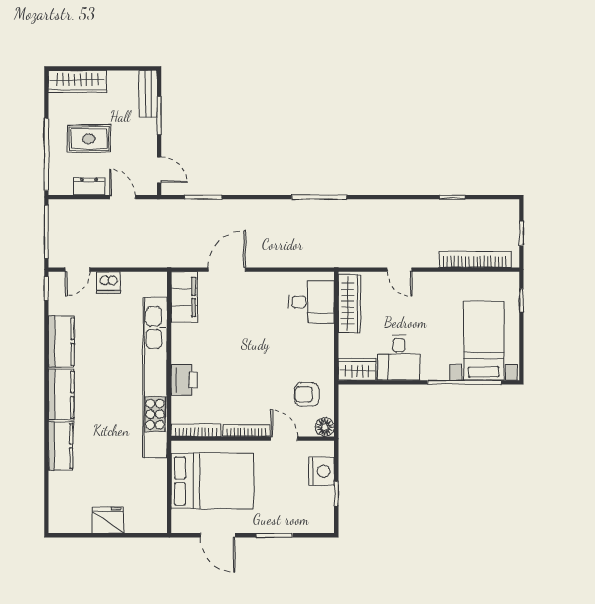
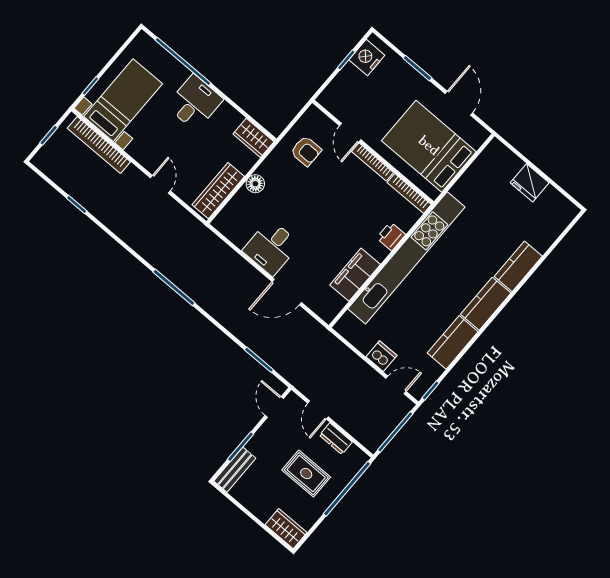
wardrobe: (77, 82) -> (286, 529), width x0.67
filing cabinet: (184, 297) -> (355, 275), moved
desk: (311, 302) -> (271, 247), moved, turned -90
bed with nightstands: (484, 341) -> (123, 100), moved, turned 180
desk: (399, 358) -> (195, 103), moved
printer: (184, 380) -> (391, 236), width x0.73, depth x0.81
floor lamp: (325, 427) -> (255, 184), moved
nightstand: (322, 471) -> (367, 57), moved

